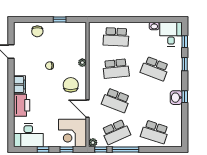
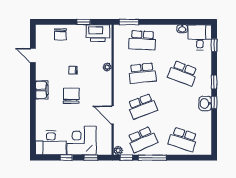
window: (103, 19) -> (129, 22), added
window: (185, 64) -> (214, 82), moved
chair: (71, 85) -> (71, 96), moved
school desk: (116, 100) -> (142, 106), turned -42
printer: (22, 105) -> (98, 33), moved, turned 90
corner desk: (73, 133) -> (82, 140), moved, turned 90

